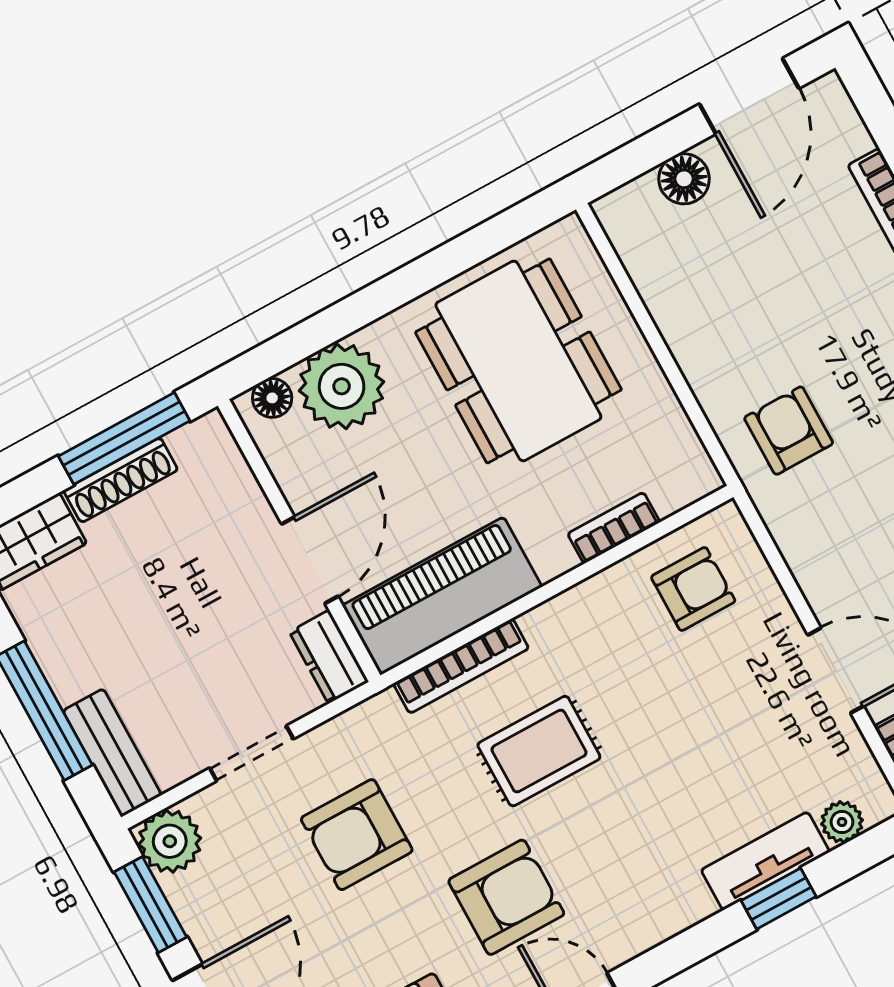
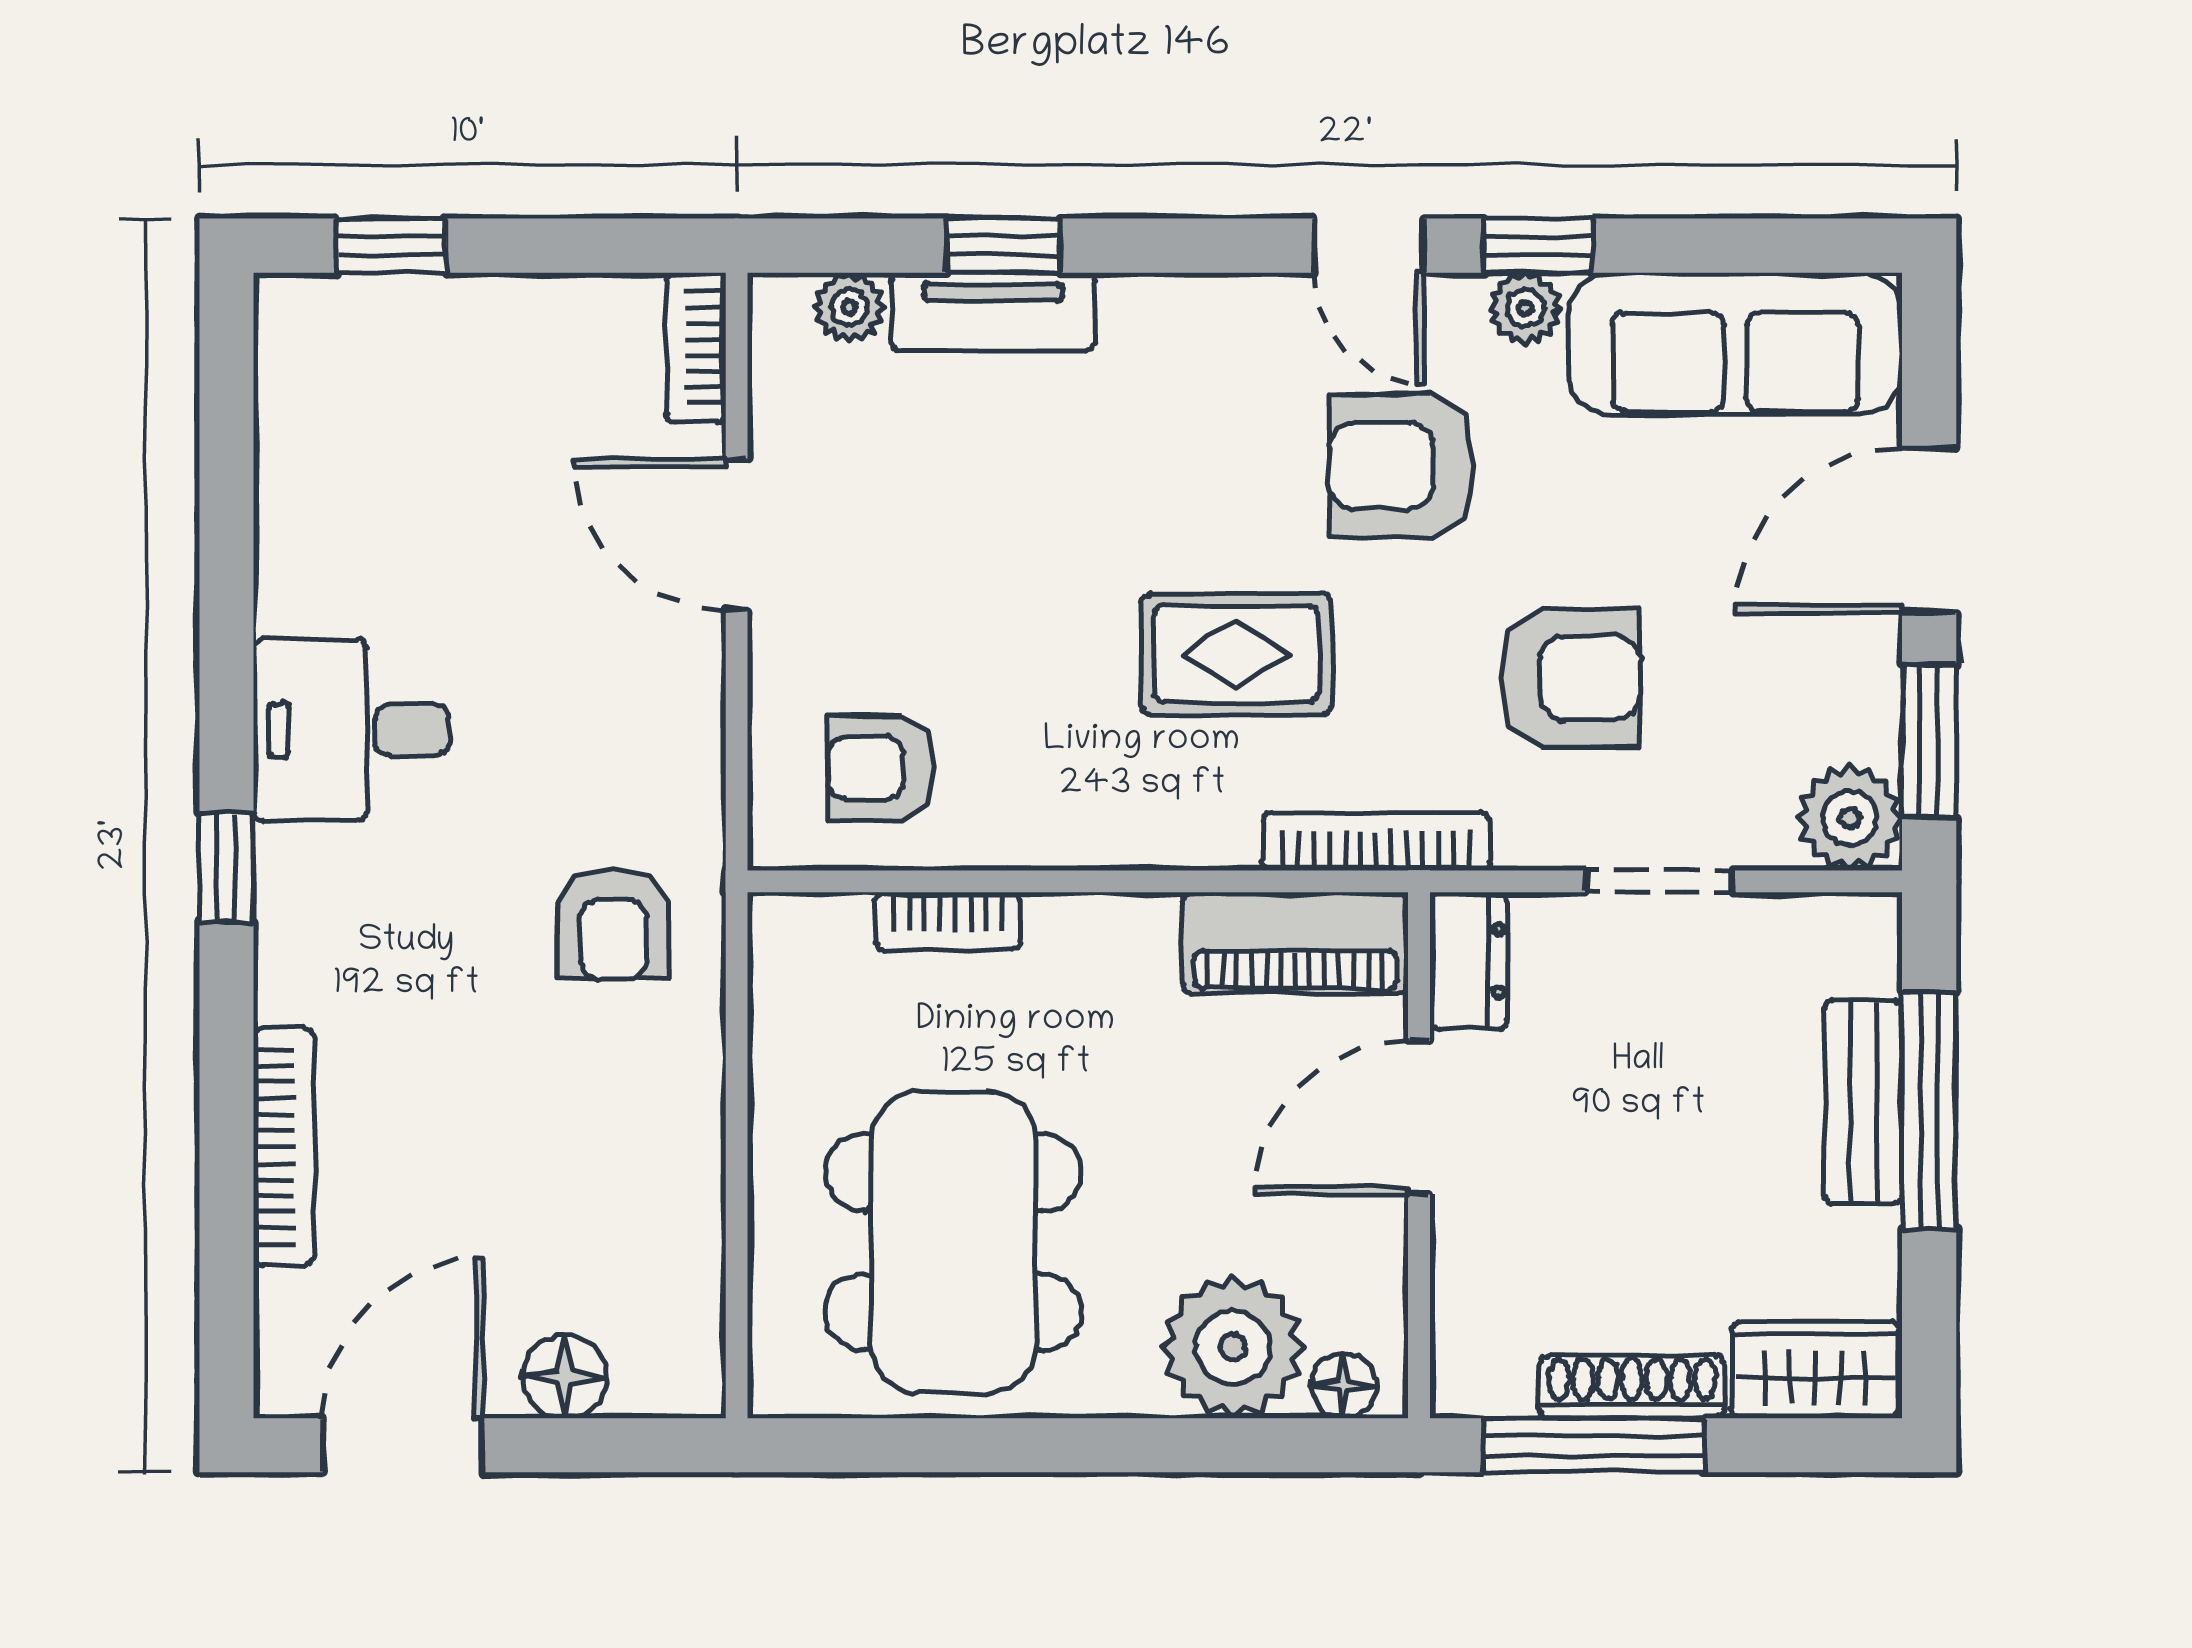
piano: (442, 596) -> (1295, 943), width x0.73, depth x0.75
bookcase: (461, 666) -> (1376, 841), moved
bench: (112, 753) -> (1863, 1102), moved

